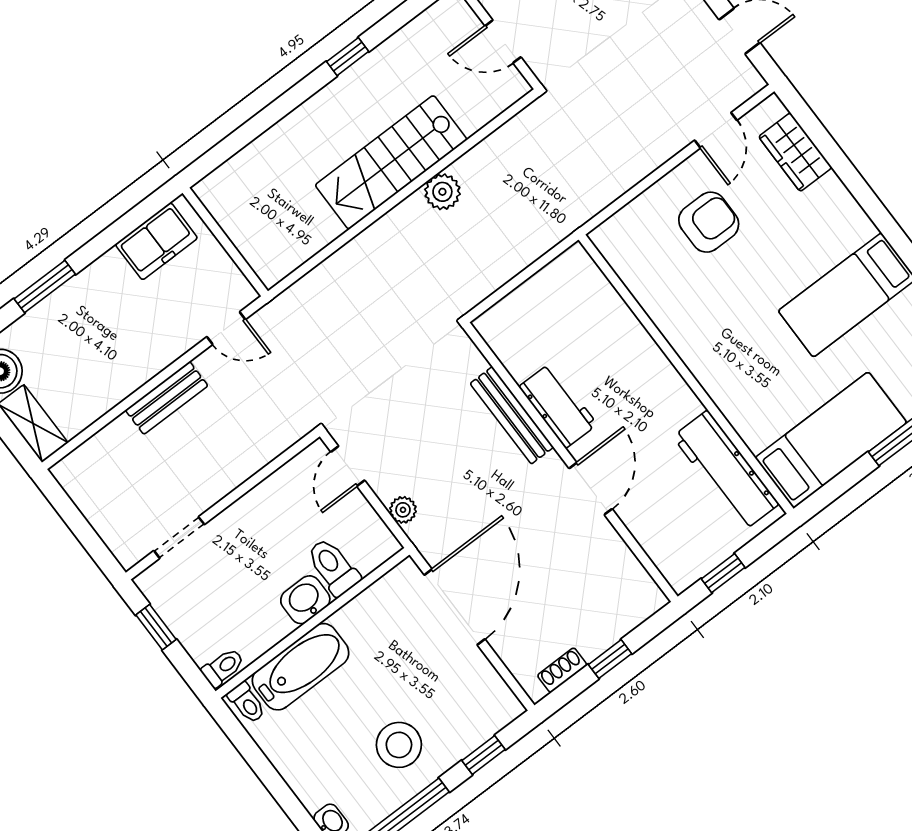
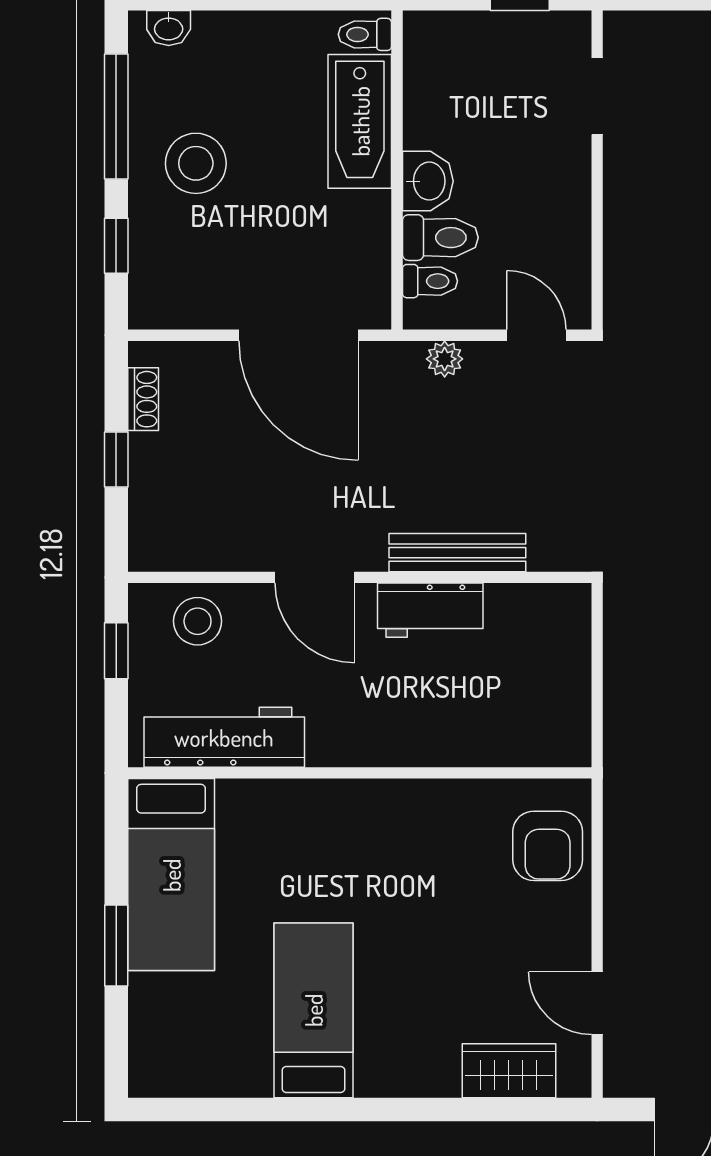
armchair: (709, 222) -> (548, 846), moved
stool: (669, 538) -> (198, 621), added
toilet: (223, 667) -> (430, 281), moved, turned -90

